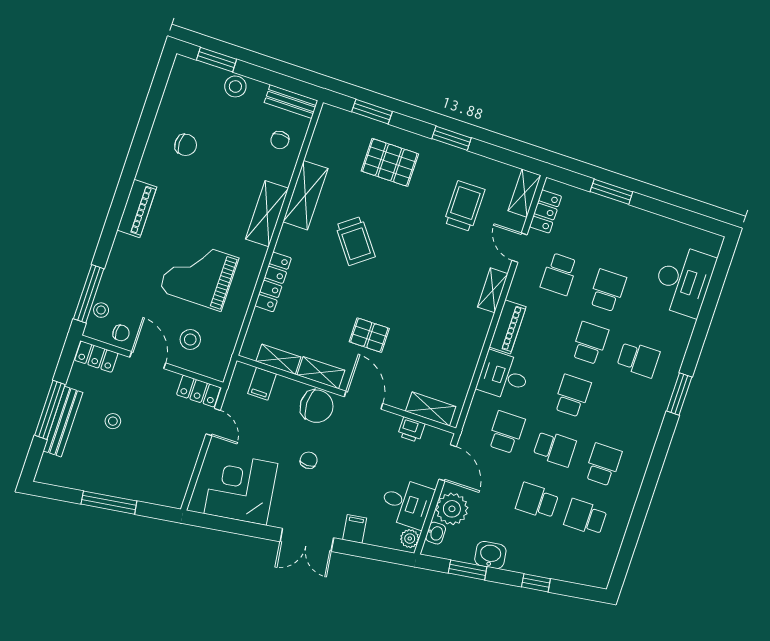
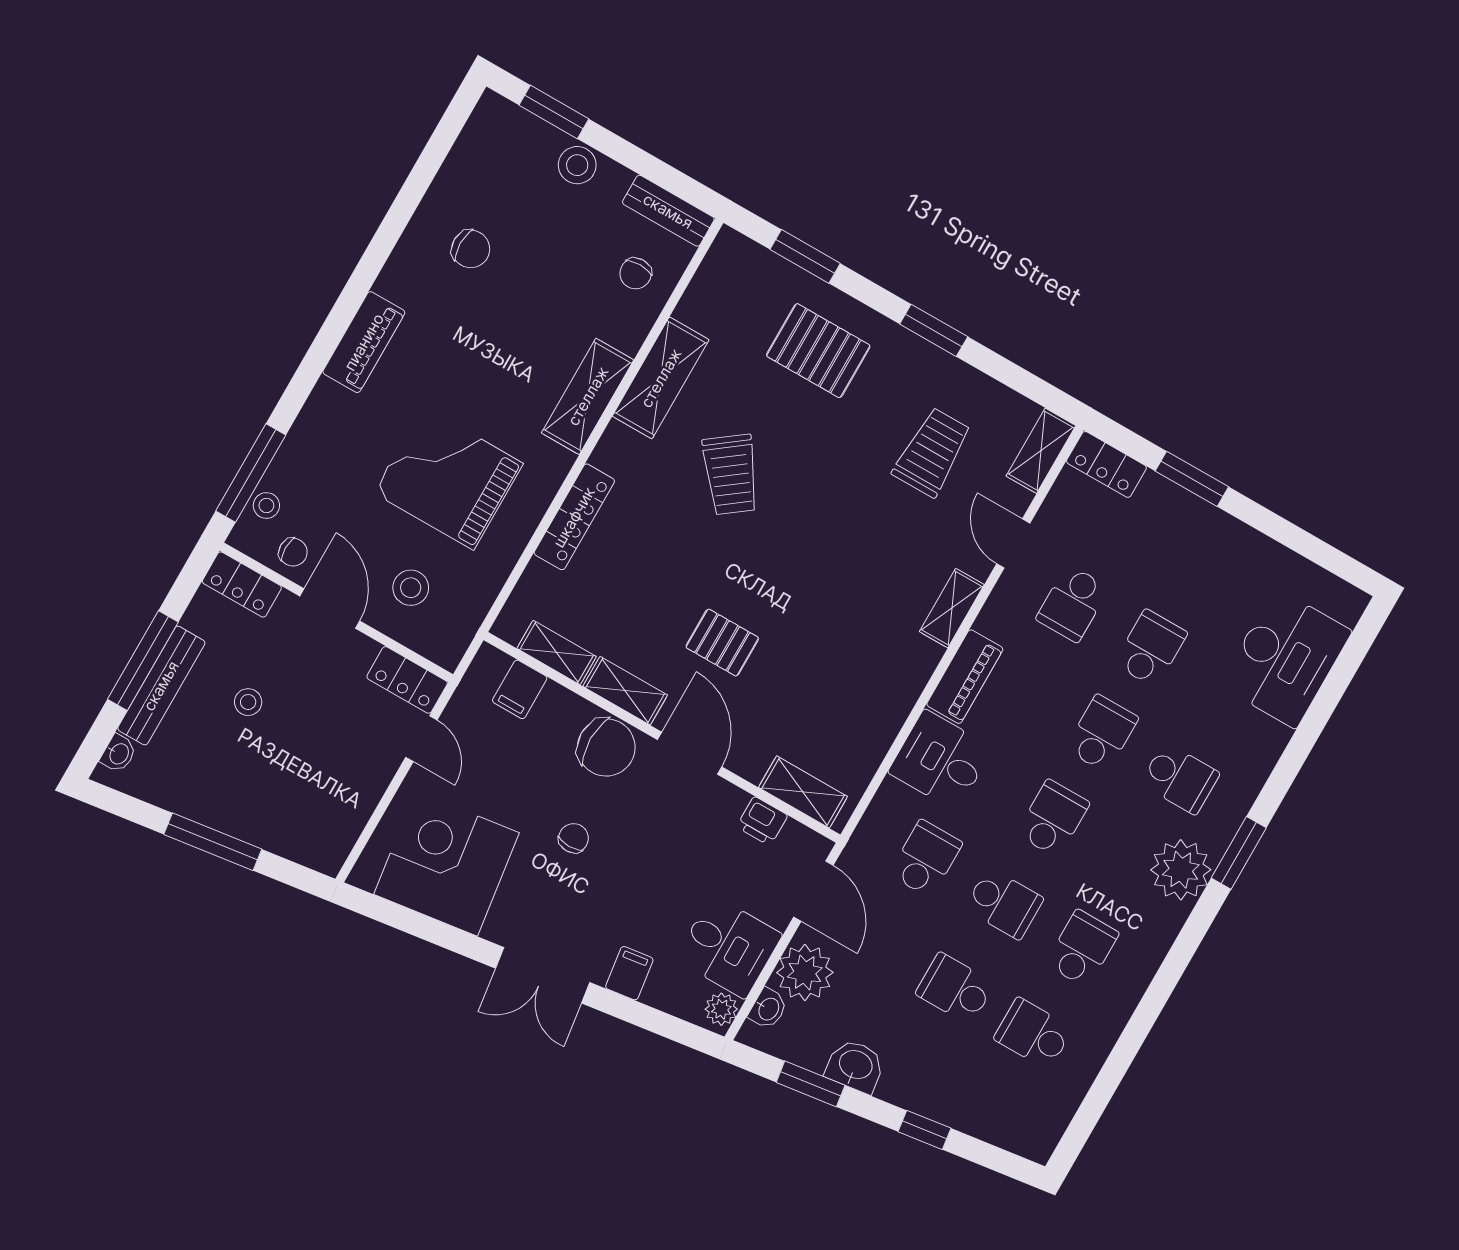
locker: (546, 211) -> (1106, 464), moved, turned 90
plant: (649, 410) -> (1181, 870), added
washbasin: (47, 464) -> (119, 753), added

